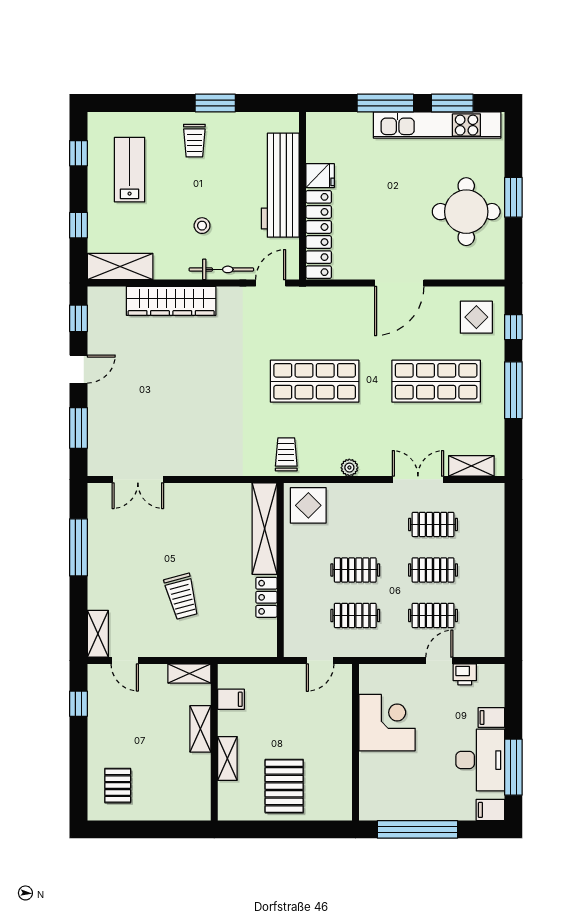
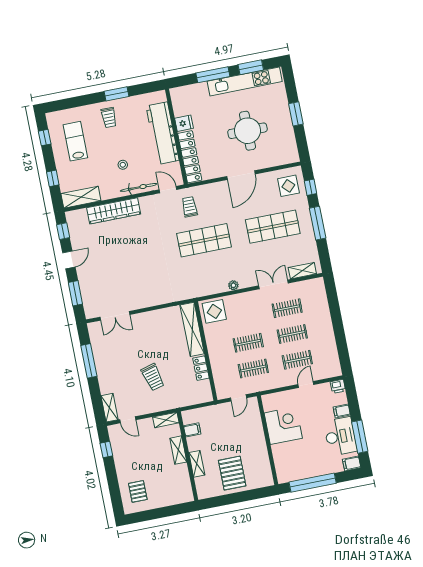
round table: (466, 212) -> (247, 131), moved
door: (271, 283) -> (168, 190), hinge flipped
trolley: (286, 454) -> (190, 207), moved
printer: (465, 674) -> (338, 386), moved

